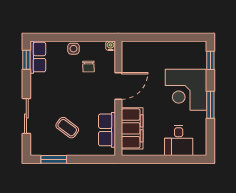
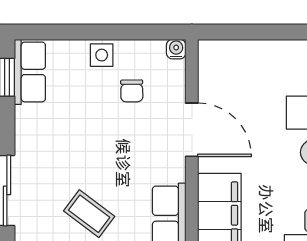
door: (118, 86) -> (192, 130), hinge flipped

